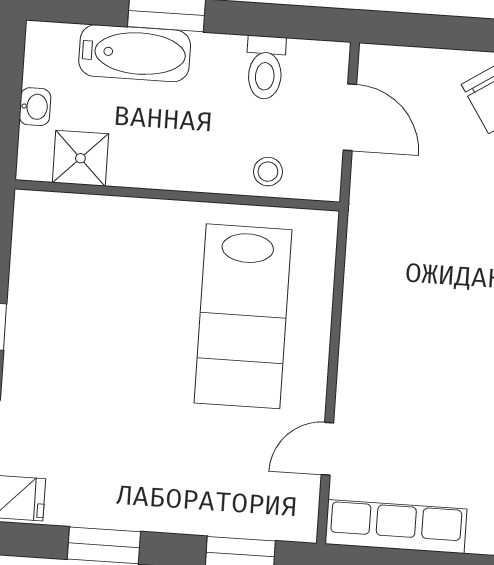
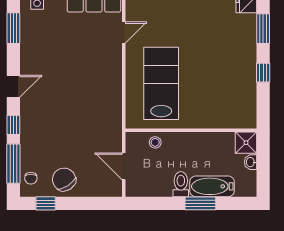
toilet: (265, 67) -> (181, 184), moved
shower: (80, 158) -> (246, 143), moved

